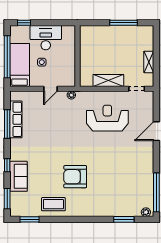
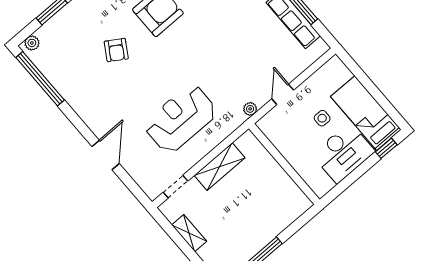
window: (7, 57) -> (371, 88), removed
bed: (20, 65) -> (366, 113), moved, turned 180
reception desk: (107, 118) -> (181, 119), turned 180
armchair: (110, 175) -> (116, 50), added

